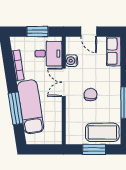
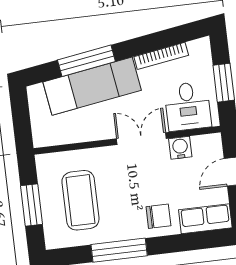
chair: (91, 95) -> (158, 216), moved
coffee table: (102, 132) -> (80, 200), moved

